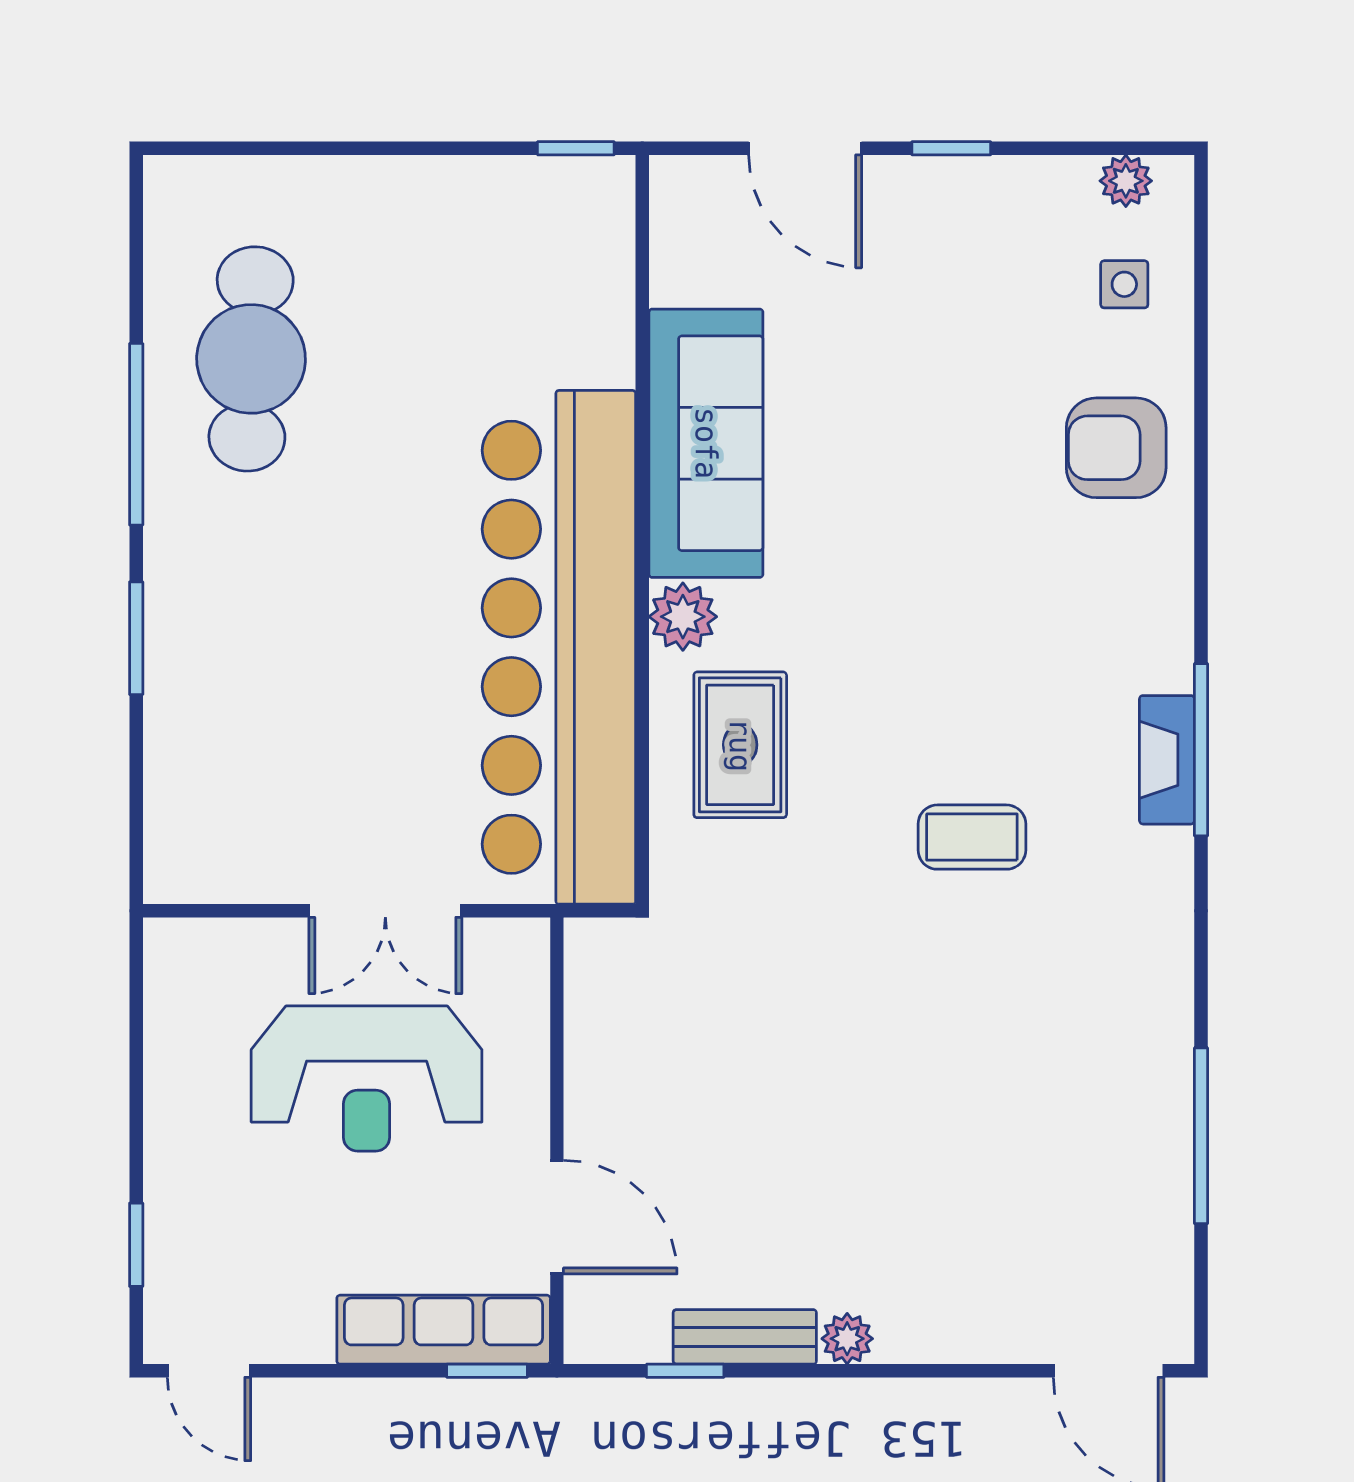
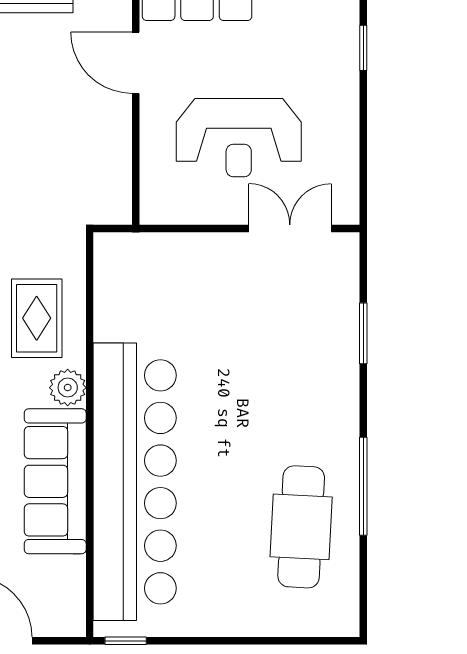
window: (136, 638) -> (363, 333), moved
bar counter: (559, 647) -> (135, 482), moved
double door: (385, 911) -> (290, 228), moved
reception desk: (367, 1079) -> (239, 138), turned 180

